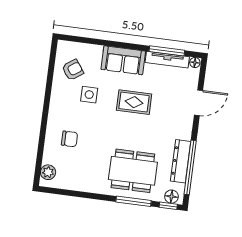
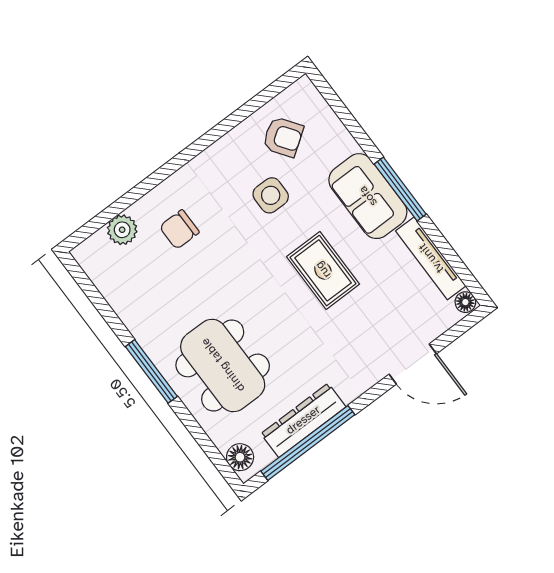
window: (167, 51) -> (400, 189), moved
chair: (69, 139) -> (179, 229), turned 90
plant: (48, 172) -> (122, 230), moved
window: (133, 201) -> (151, 371), moved
window: (168, 206) -> (222, 465), removed

